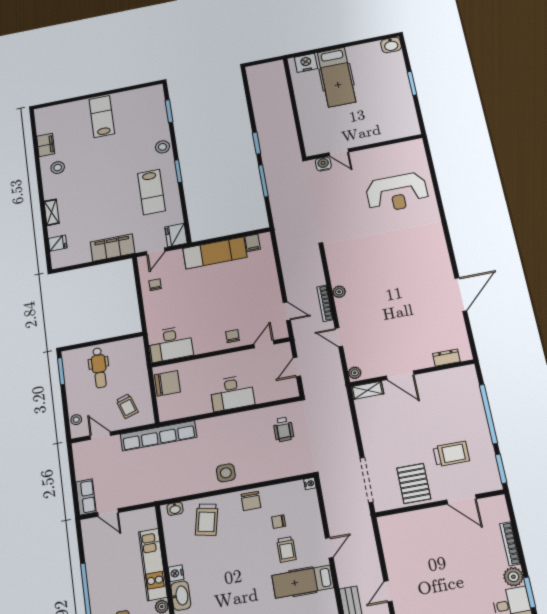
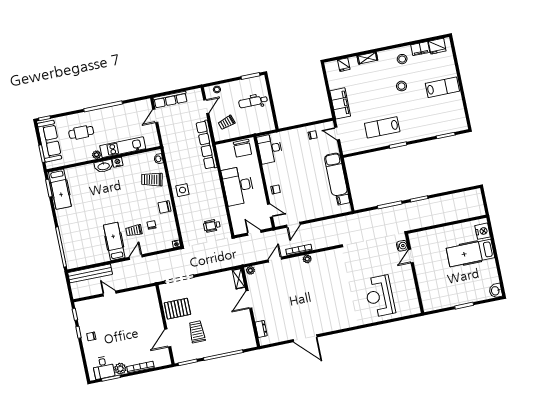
stool: (162, 147) -> (402, 86), moved
fridge: (176, 235) -> (437, 46), moved, turned 180
desk: (232, 393) -> (238, 186), width x1.36, depth x1.30
trolley: (451, 454) -> (197, 332), turned 180
row of seats: (86, 497) -> (170, 100), width x1.48
door: (329, 548) -> (136, 257), swing flipped

